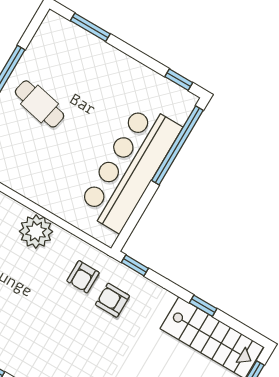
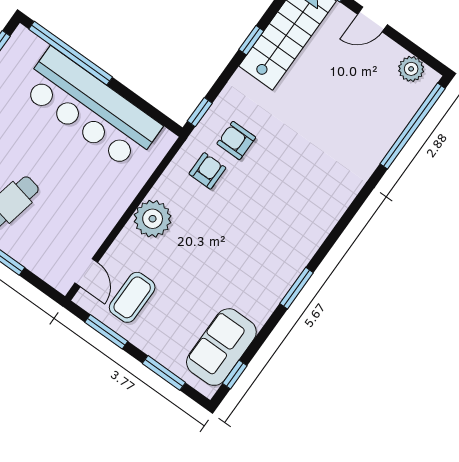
armchair: (83, 277) -> (207, 171), turned -90
armchair: (112, 300) -> (236, 140), turned 90

